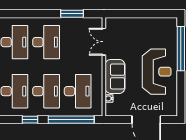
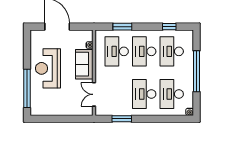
double door: (104, 42) -> (94, 94), swing flipped
window: (30, 120) -> (169, 27), moved
window: (71, 120) -> (122, 27), width x0.47

